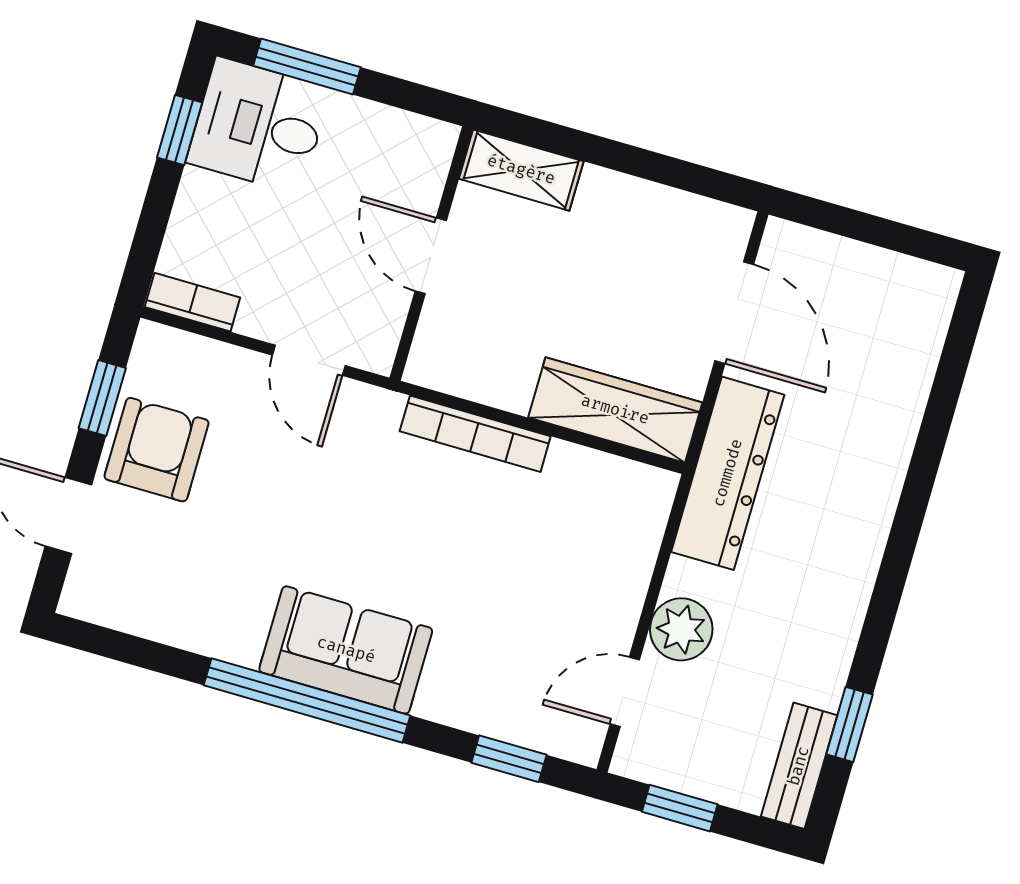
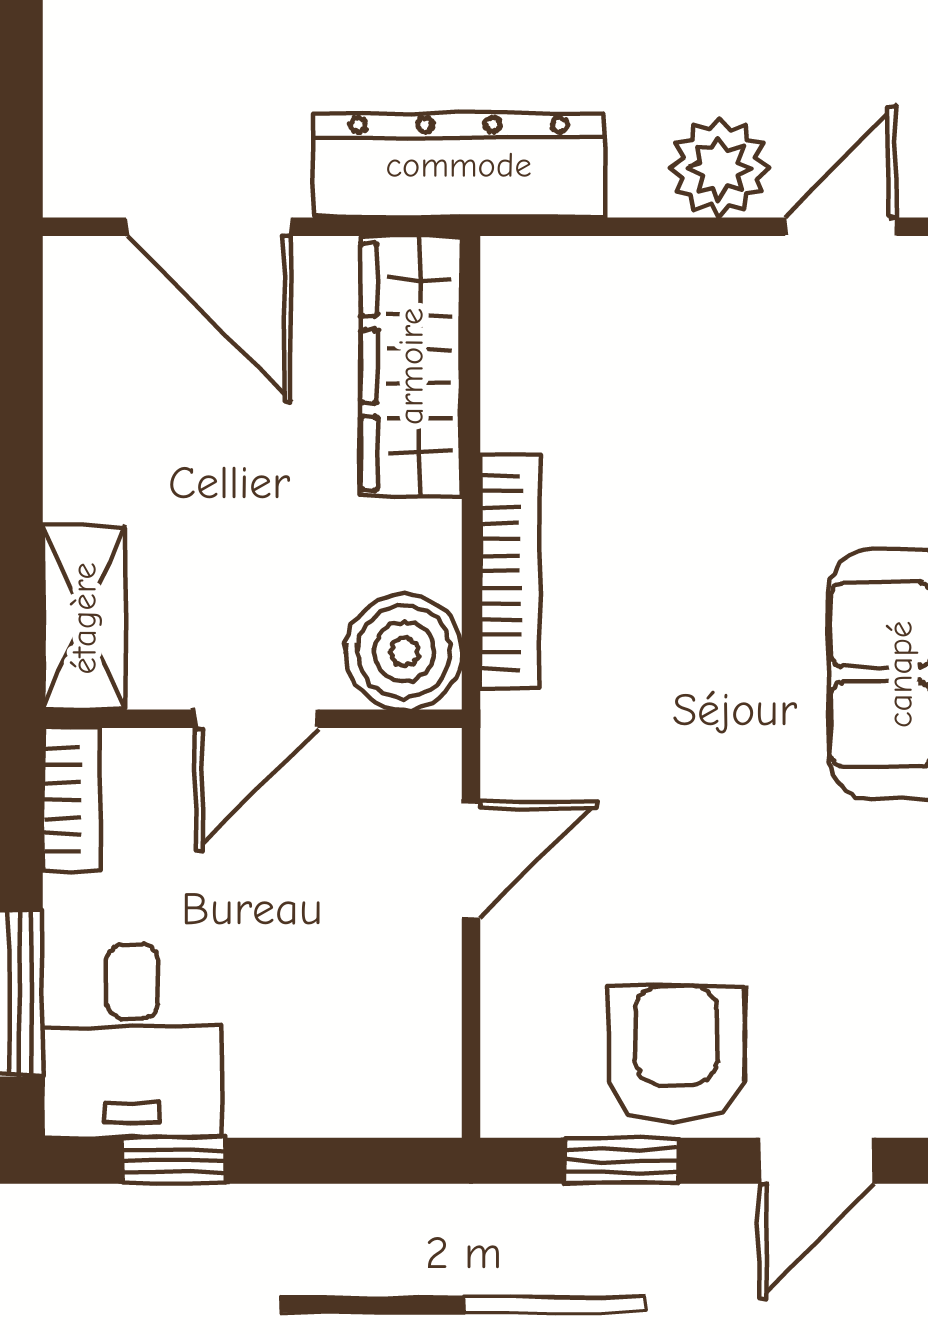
bookcase: (192, 302) -> (71, 799), moved, turned 180
door: (734, 313) -> (209, 227), swing flipped
boiler: (445, 356) -> (404, 652), added
armchair: (157, 450) -> (676, 1054), turned 90
door: (625, 692) -> (841, 227), swing flipped

